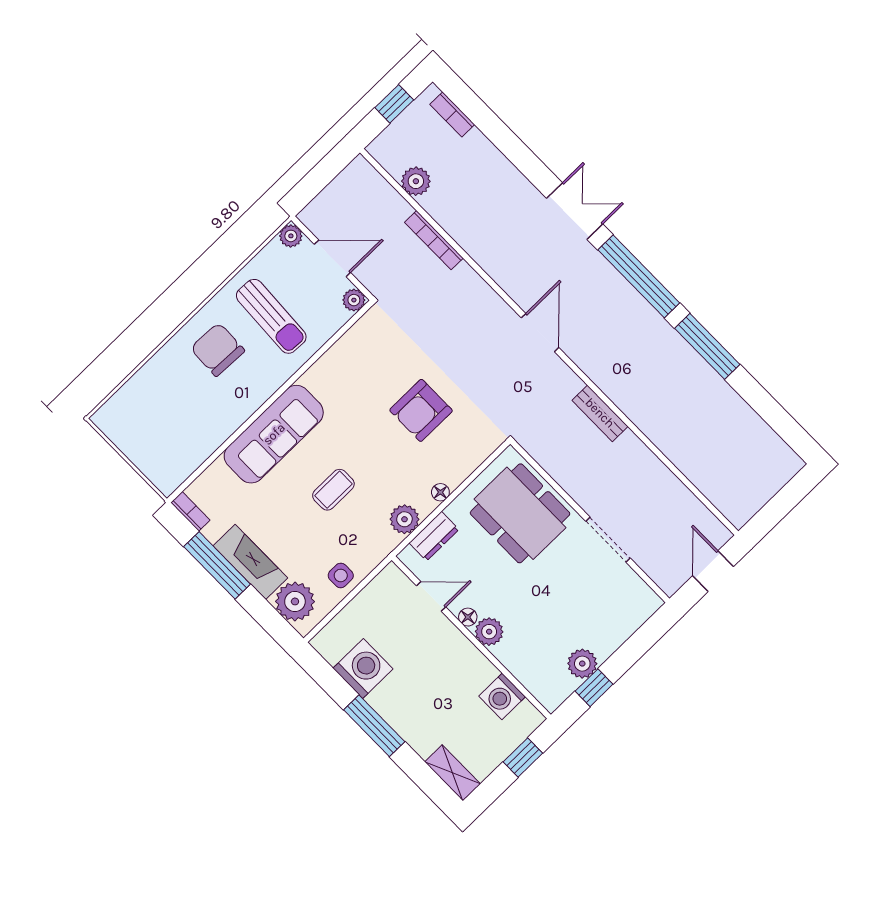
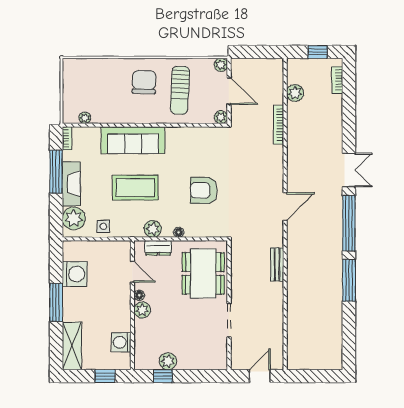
plant: (188, 465) -> (85, 118), added
coffee table: (333, 490) -> (135, 188), width x1.86, depth x1.72
shelving: (453, 773) -> (72, 346), width x1.50, depth x1.33

